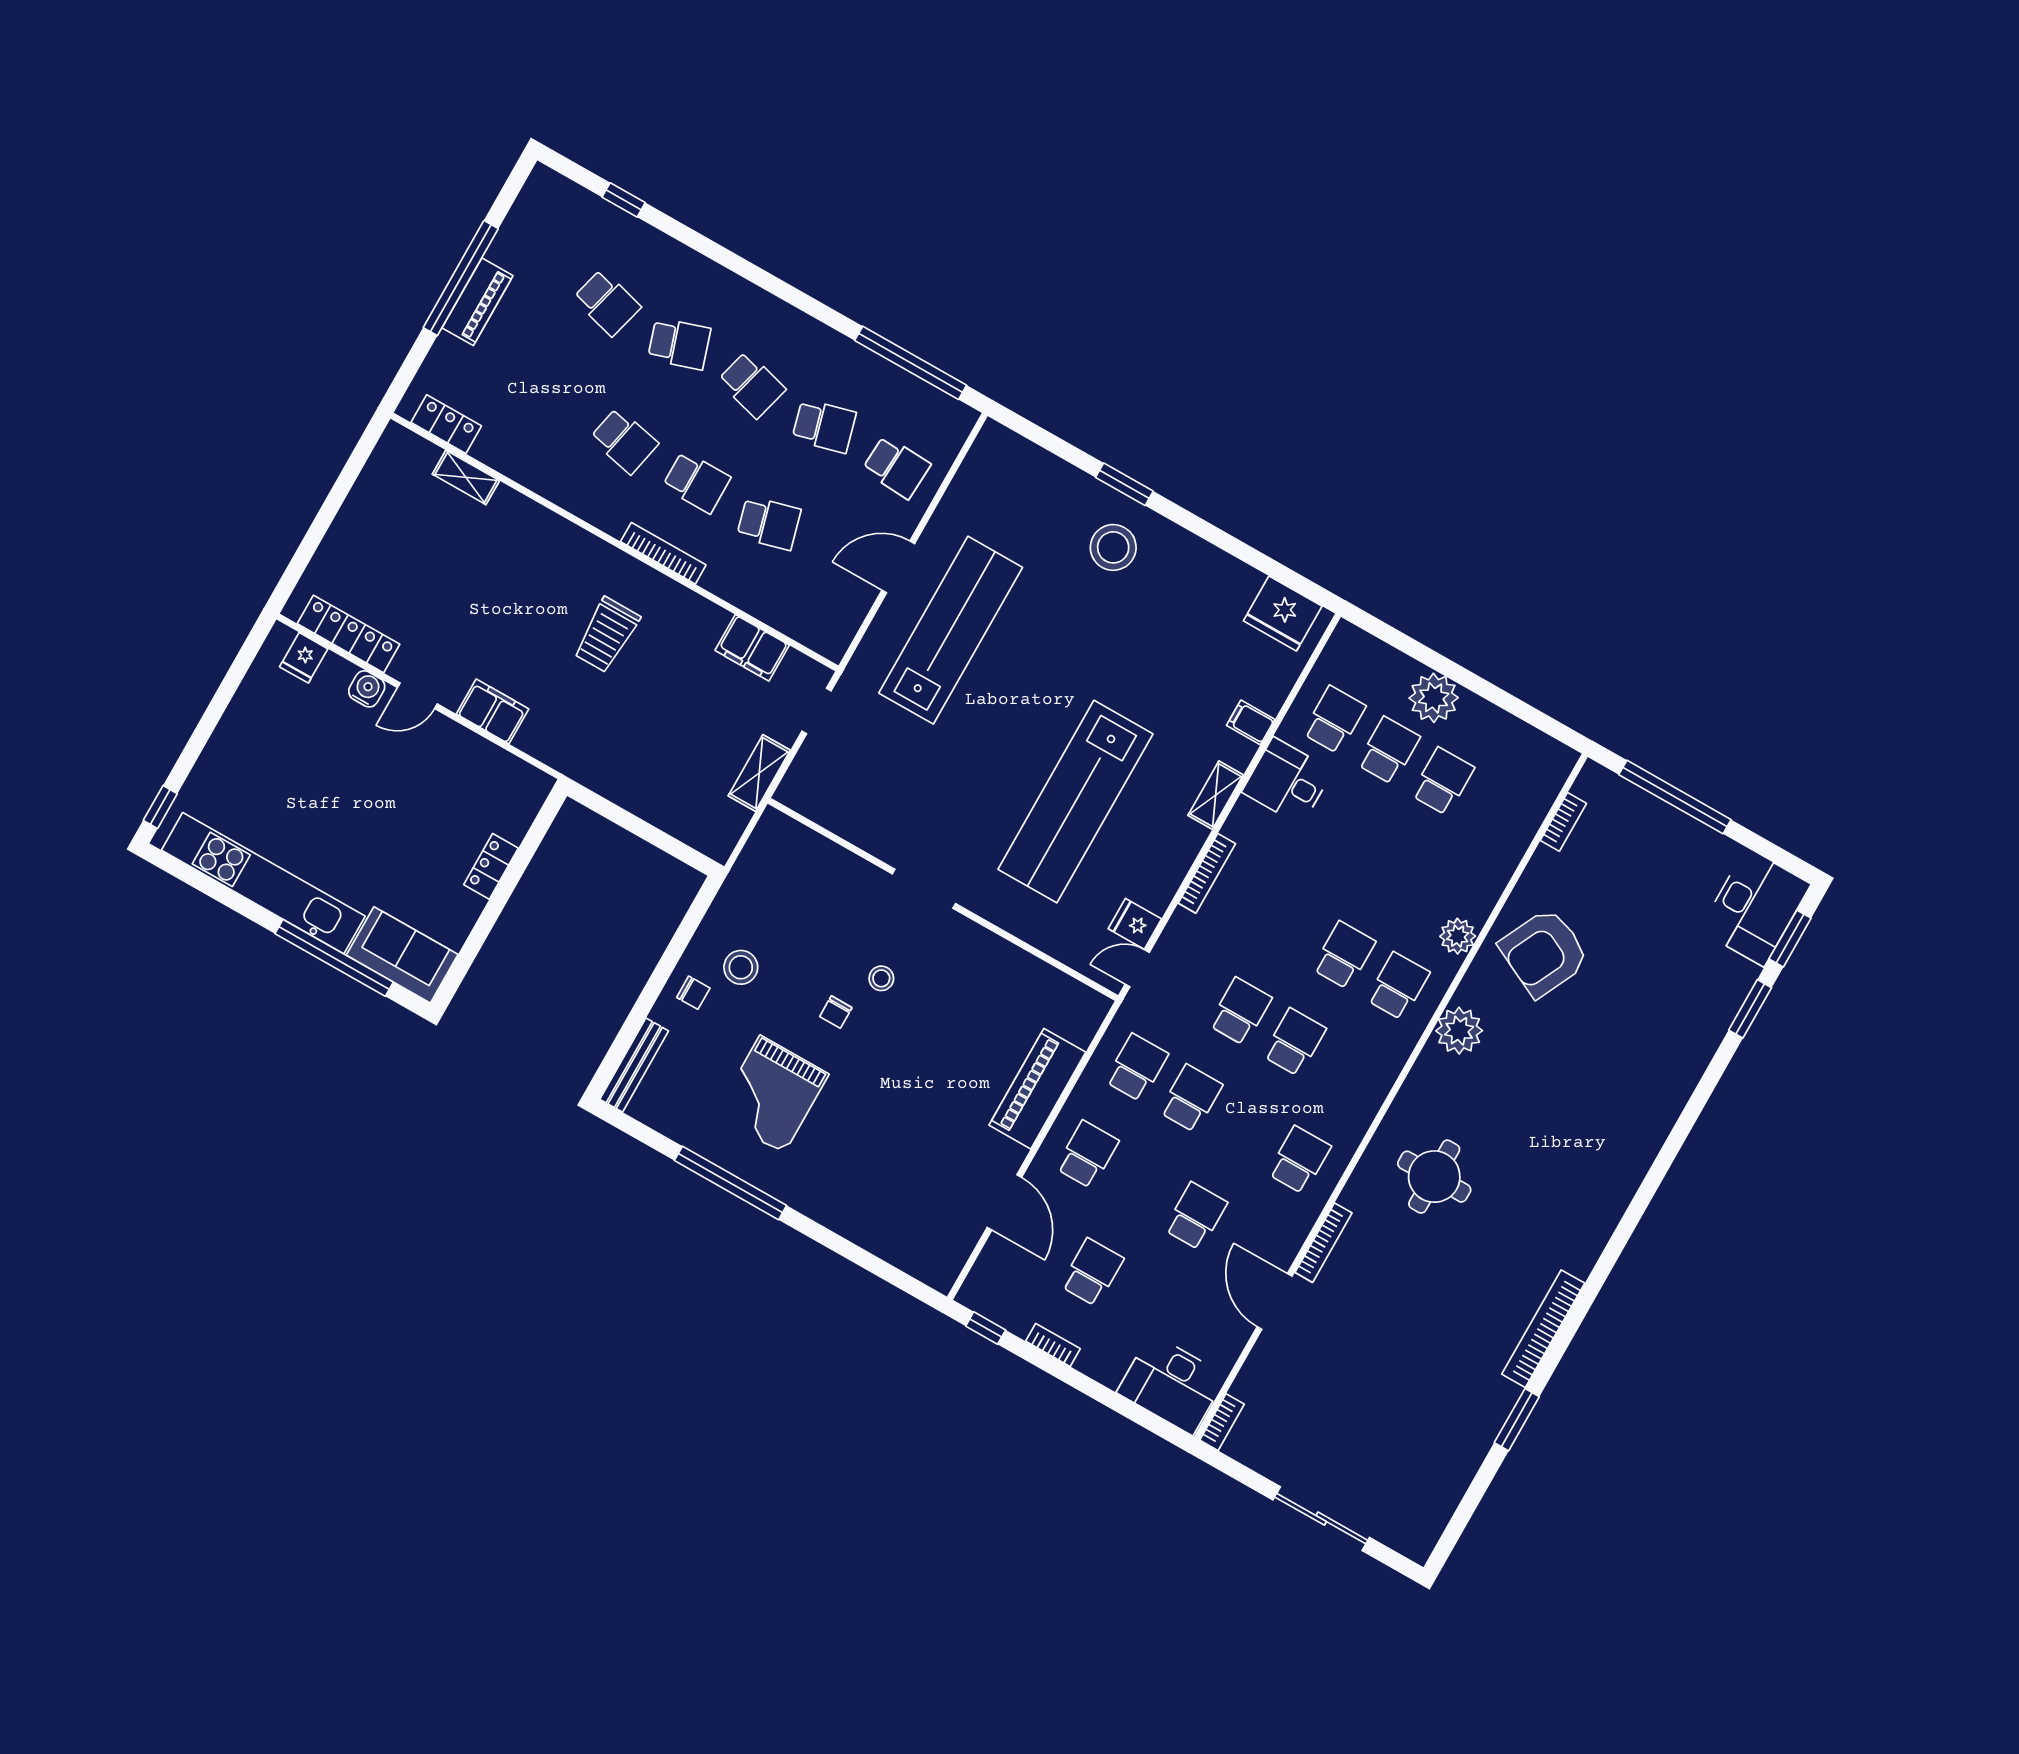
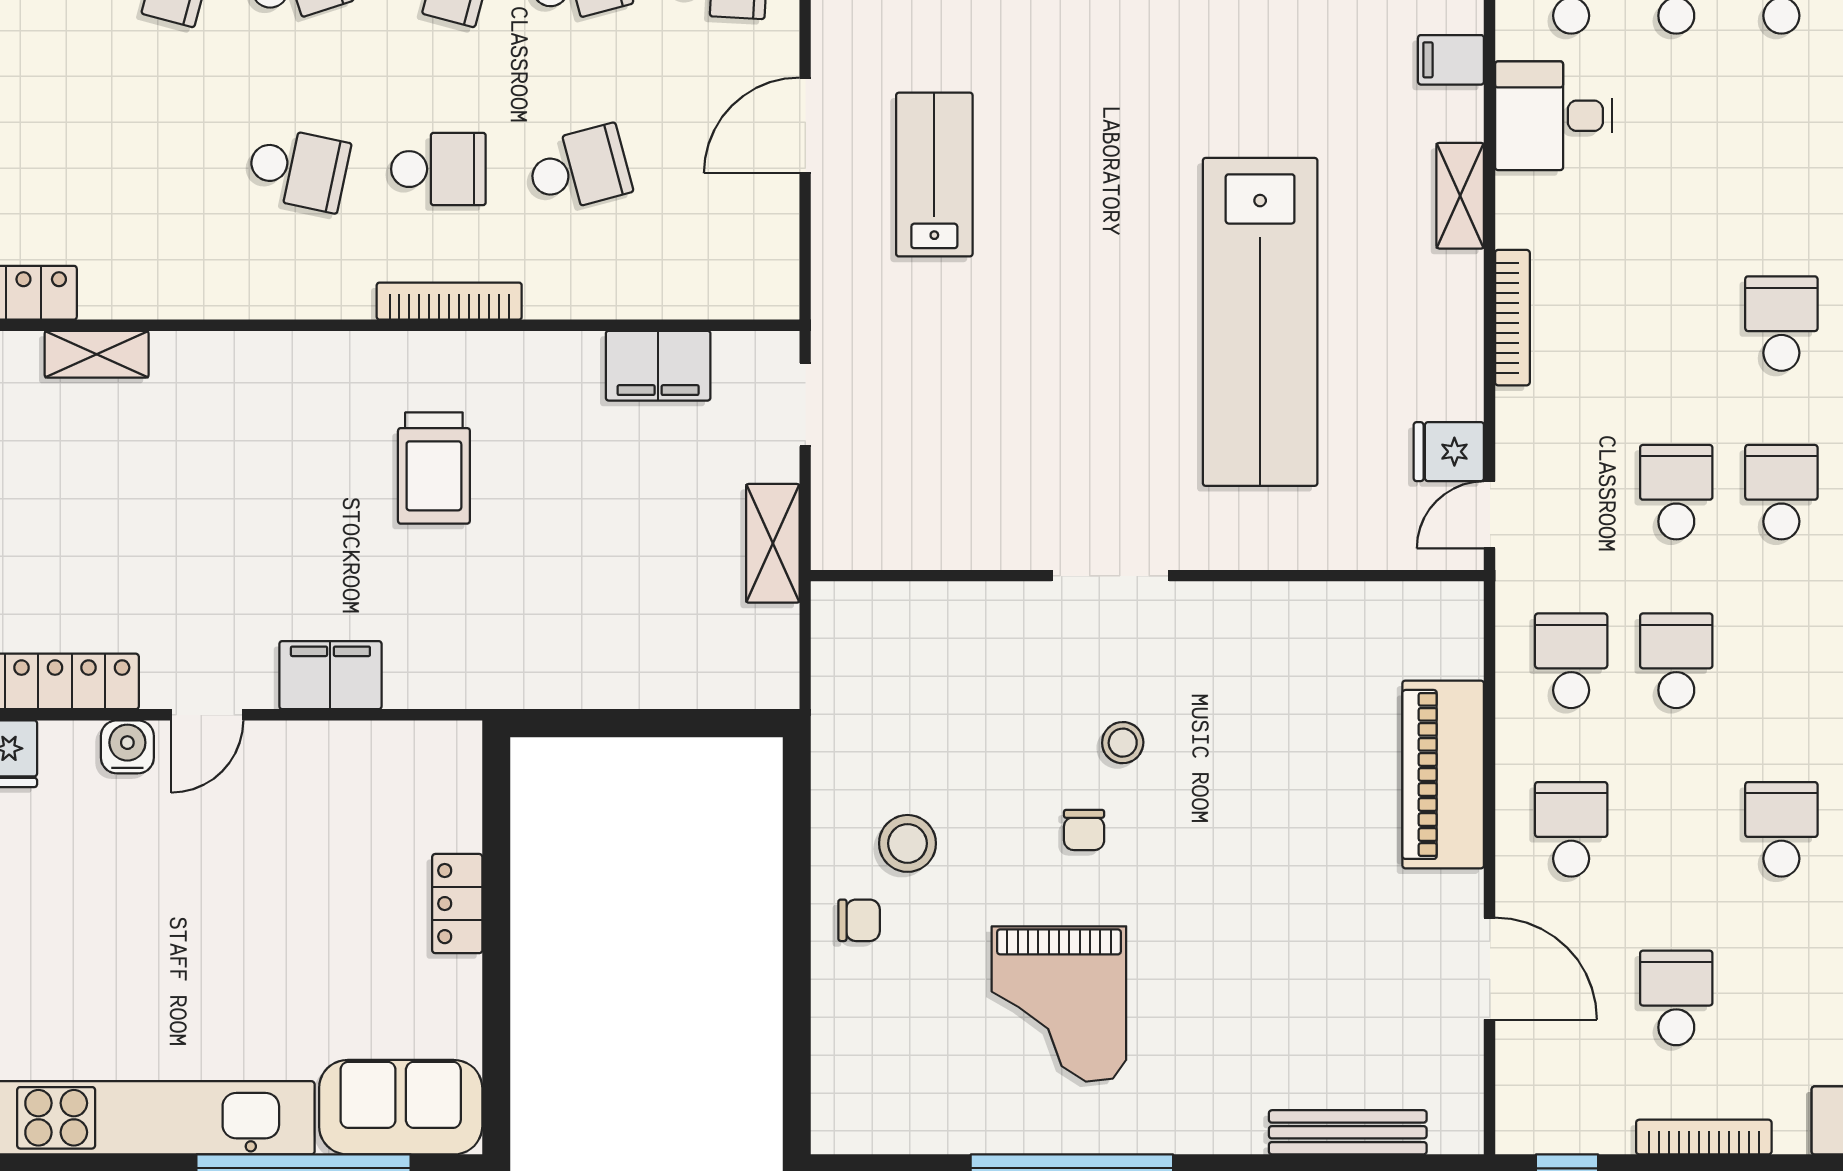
lab bench: (951, 630) -> (934, 175), width x0.54, depth x0.72
bench: (634, 1065) -> (1348, 1132), moved, turned 90
bookcase: (1053, 1345) -> (1704, 1137), width x1.56

